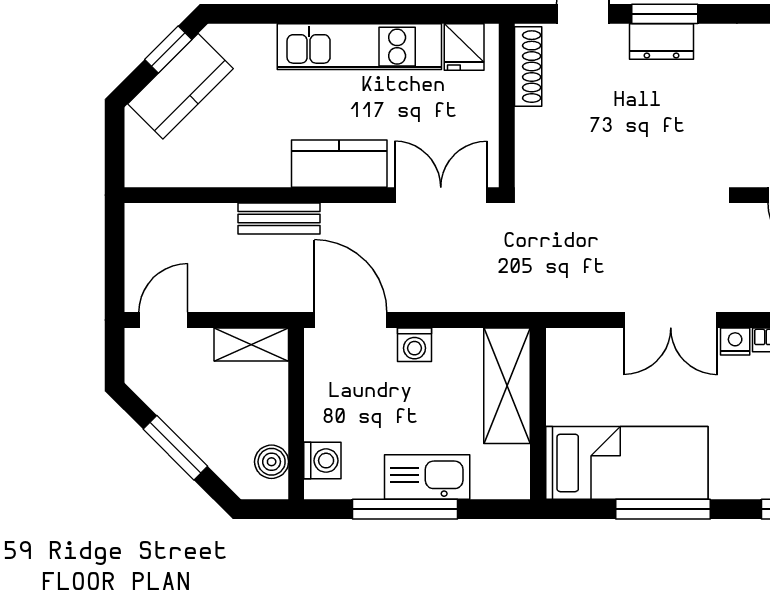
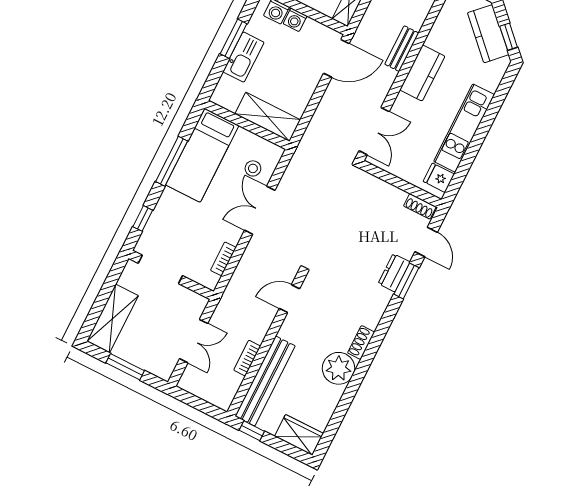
shoe rack: (528, 67) -> (420, 206), width x0.70
kitchen counter: (339, 164) -> (422, 73), moved
nightstand: (735, 341) -> (234, 236), removed
washing machine: (414, 345) -> (295, 20), moved, turned -90
stool: (606, 367) -> (253, 168), added
window: (405, 509) -> (234, 39), width x0.69

